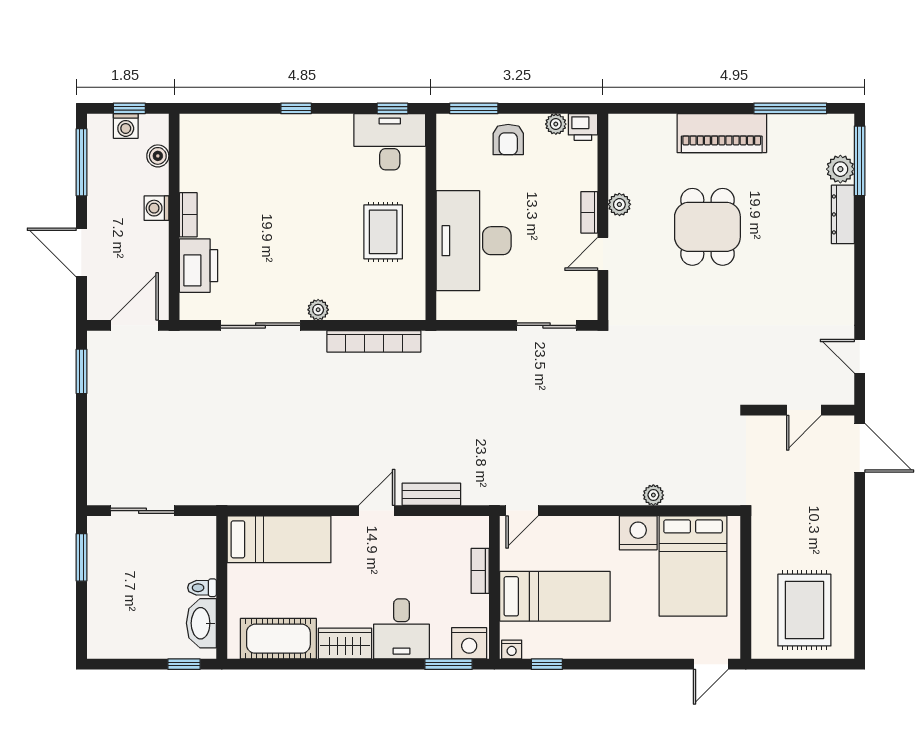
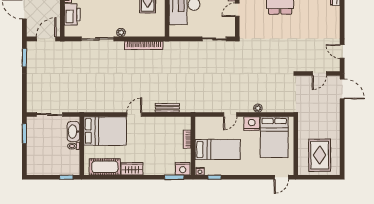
door: (377, 511) -> (134, 115), moved
door: (522, 511) -> (230, 115), moved
bed: (279, 539) -> (105, 131), width x1.50
washbasin: (201, 623) -> (73, 132), moved
desk: (401, 629) -> (155, 163), removed

